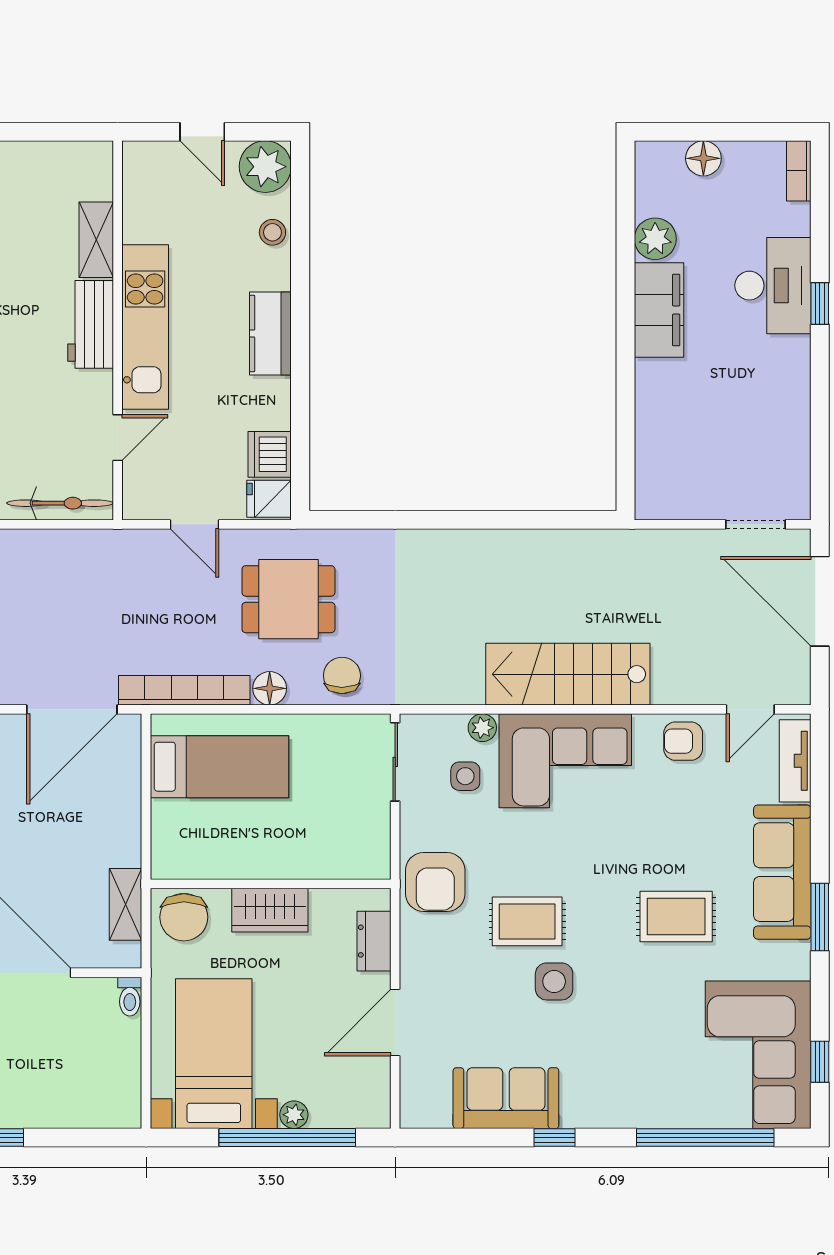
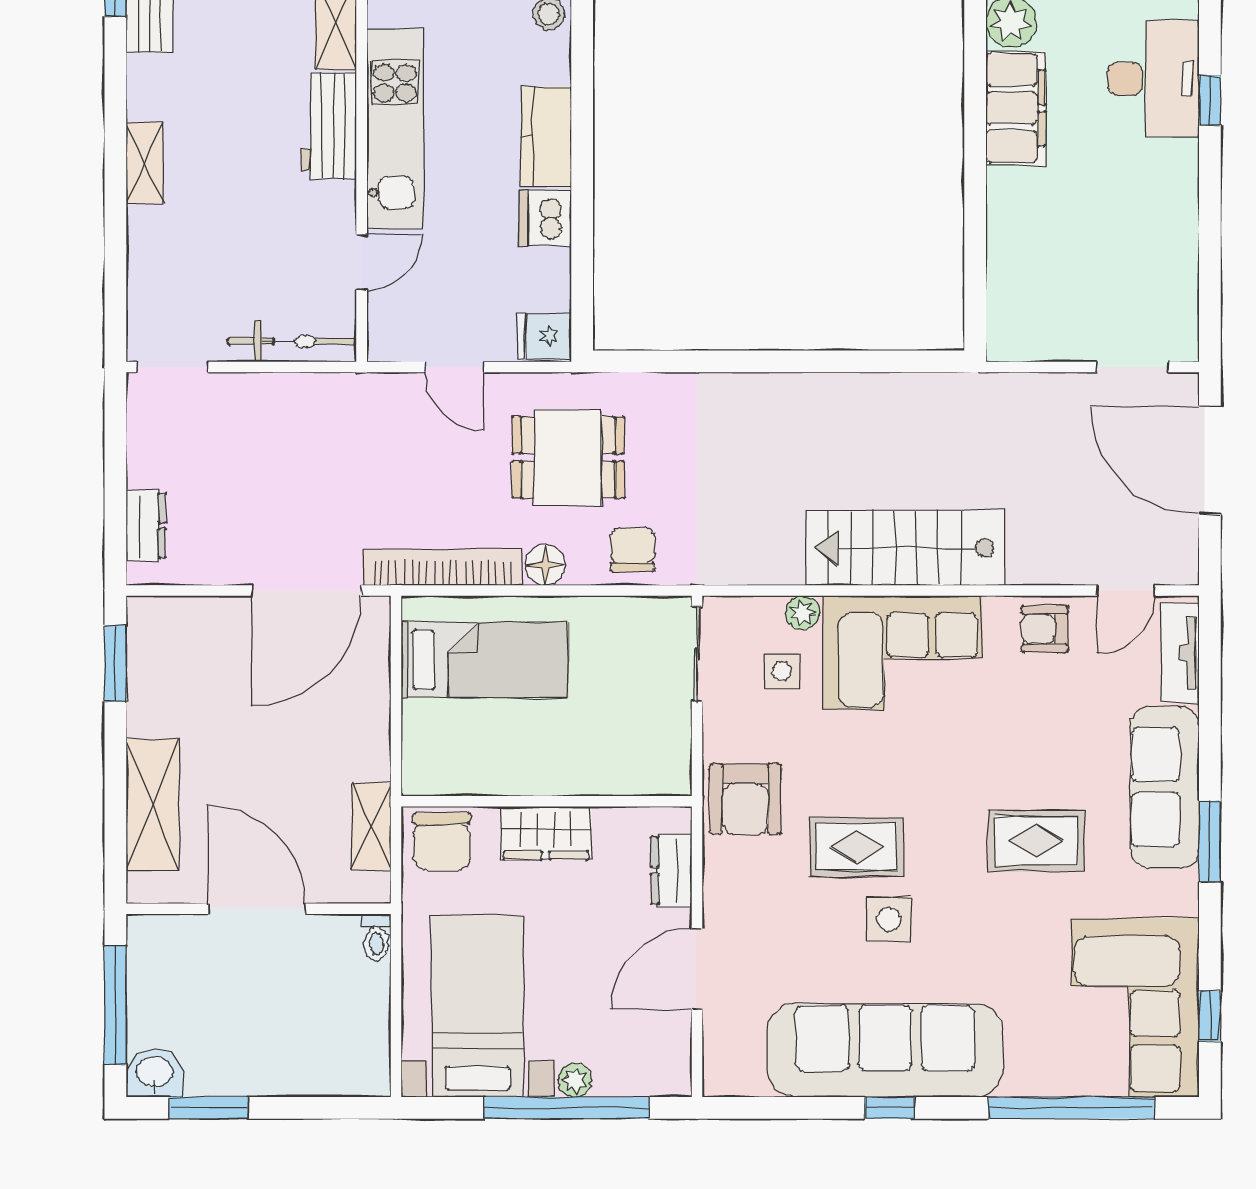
dishwasher: (270, 454) -> (545, 218), moved
sofa: (506, 1098) -> (885, 1050), width x1.85, depth x1.27

